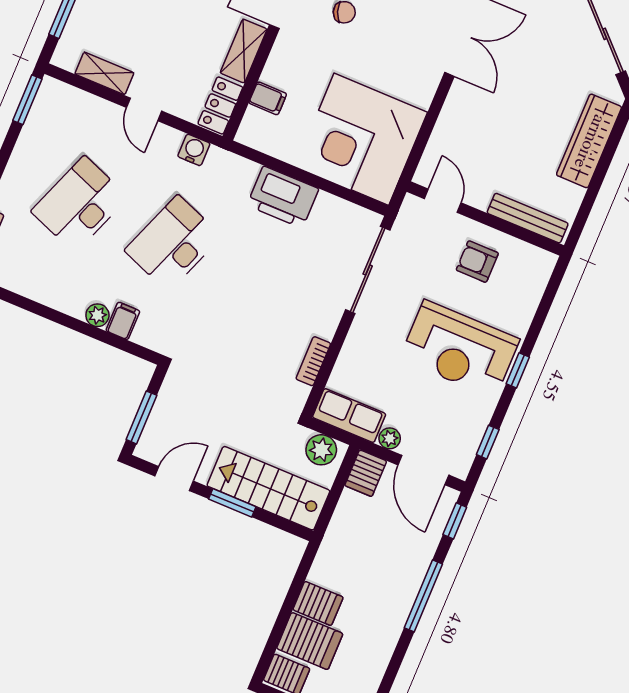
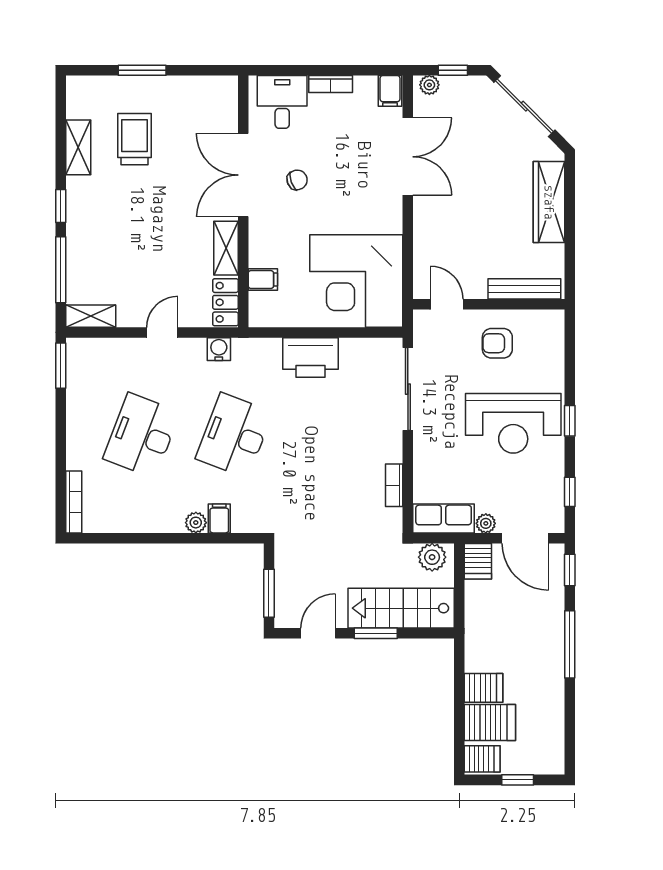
shelving: (104, 73) -> (91, 316), moved
door: (144, 109) -> (162, 332), swing flipped

